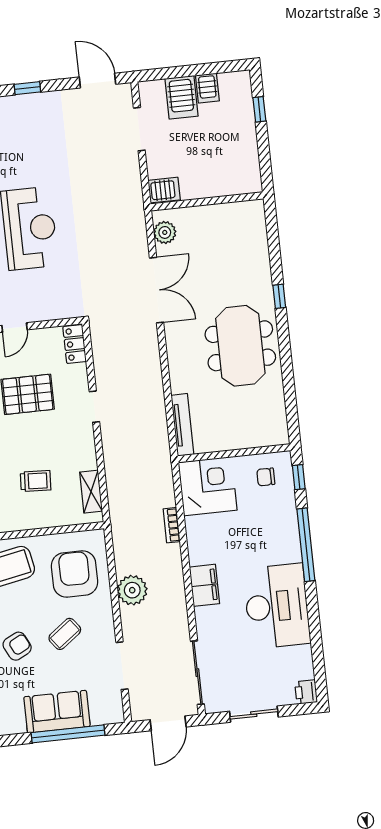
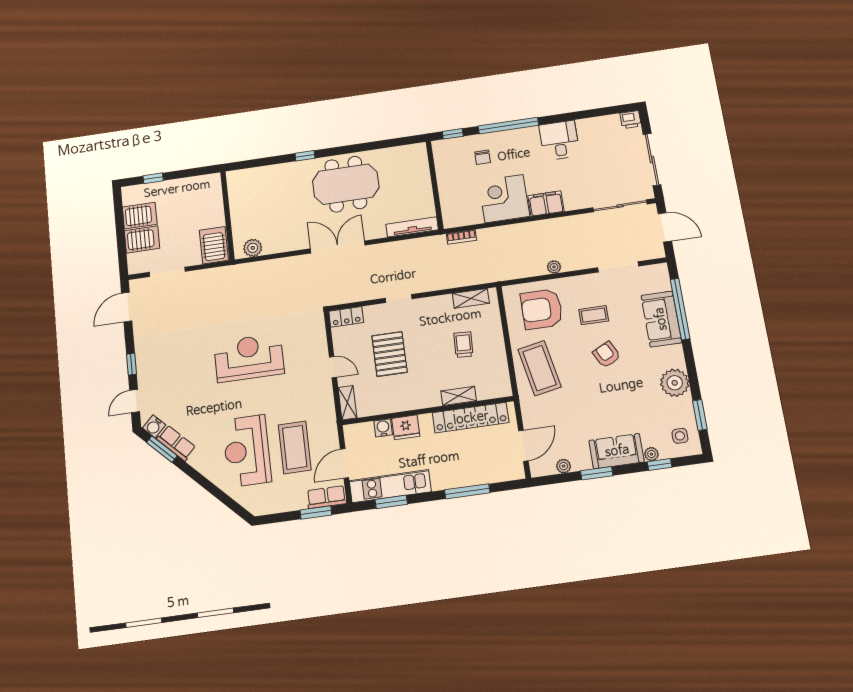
server rack: (207, 88) -> (140, 216), width x1.36, depth x1.44
server rack: (164, 190) -> (214, 245), width x1.36, depth x1.44
double door: (156, 290) -> (338, 247), moved
chair: (266, 477) -> (483, 157), moved
corner desk: (208, 486) -> (504, 199), moved
bookcase: (172, 525) -> (461, 237), moved
plant: (132, 590) -> (554, 267), width x0.53, depth x0.53
desk: (277, 606) -> (559, 140), width x0.53, depth x0.77
coffee table: (65, 634) -> (594, 315), turned -53
sliding door: (254, 714) -> (652, 160), width x1.37

